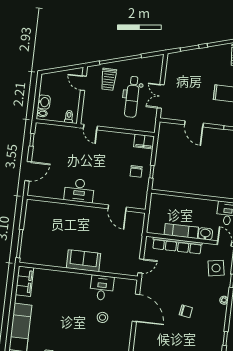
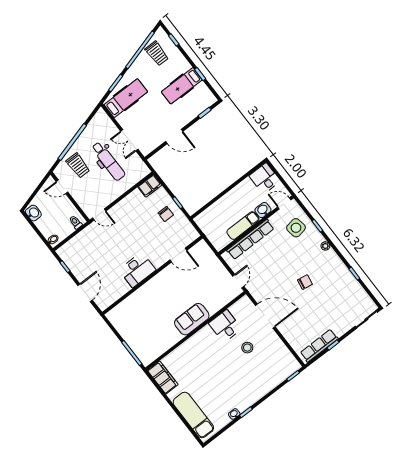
hospital bed: (186, 65) -> (126, 98), added
washbasin: (44, 102) -> (33, 213), moved

